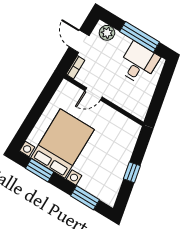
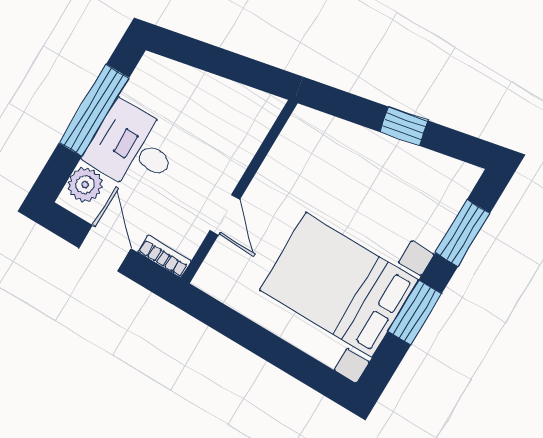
door: (79, 41) -> (105, 248), swing flipped
desk: (138, 63) -> (133, 148), moved
window: (40, 170) -> (415, 312), moved

